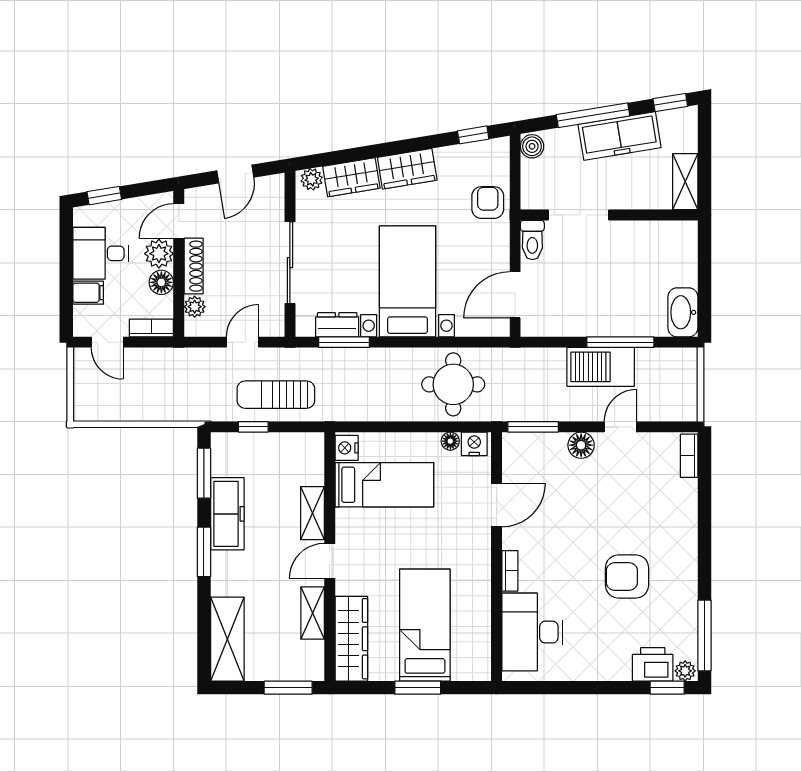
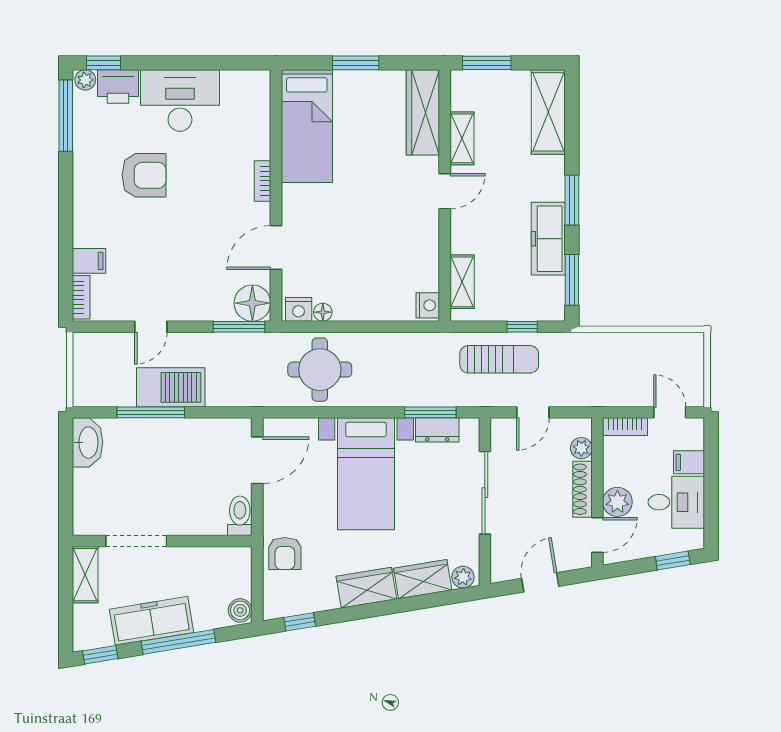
doorway: (579, 215) -> (136, 541), moved
floor lamp: (161, 282) -> (615, 473), removed
floor lamp: (581, 445) -> (252, 303), moved, width x1.38, depth x1.38
bed: (384, 485) -> (389, 268), removed
filing cabinet: (681, 492) -> (89, 261), added
shelving: (312, 513) -> (462, 282), moved
bed: (425, 625) -> (307, 126), moved
desk: (532, 632) -> (180, 101), moved, turned -90

